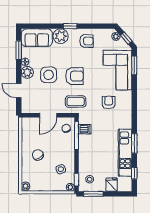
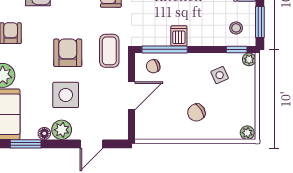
door: (48, 115) -> (132, 96), hinge flipped
dishwasher: (85, 129) -> (179, 36), moved

